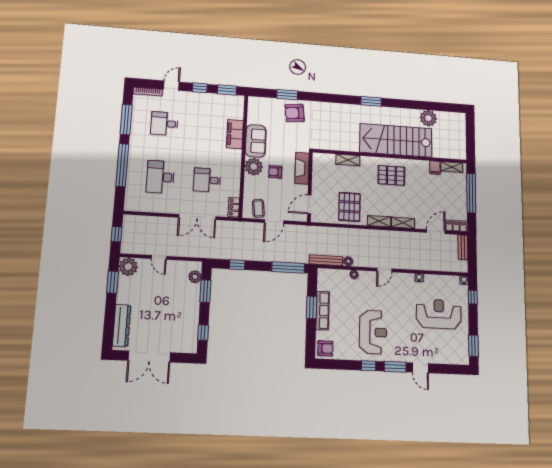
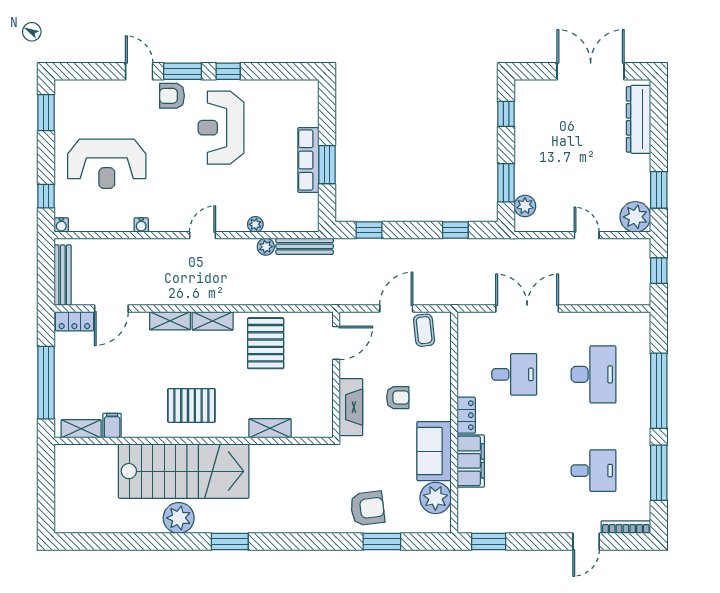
window: (200, 88) -> (537, 542), removed
plant: (428, 118) -> (179, 518), moved
plant: (254, 167) -> (435, 498), moved
locker: (234, 207) -> (466, 415), moved
bench: (463, 247) -> (63, 275), width x1.36
window: (288, 268) -> (369, 230), width x0.46
armchair: (325, 348) -> (172, 96), moved

